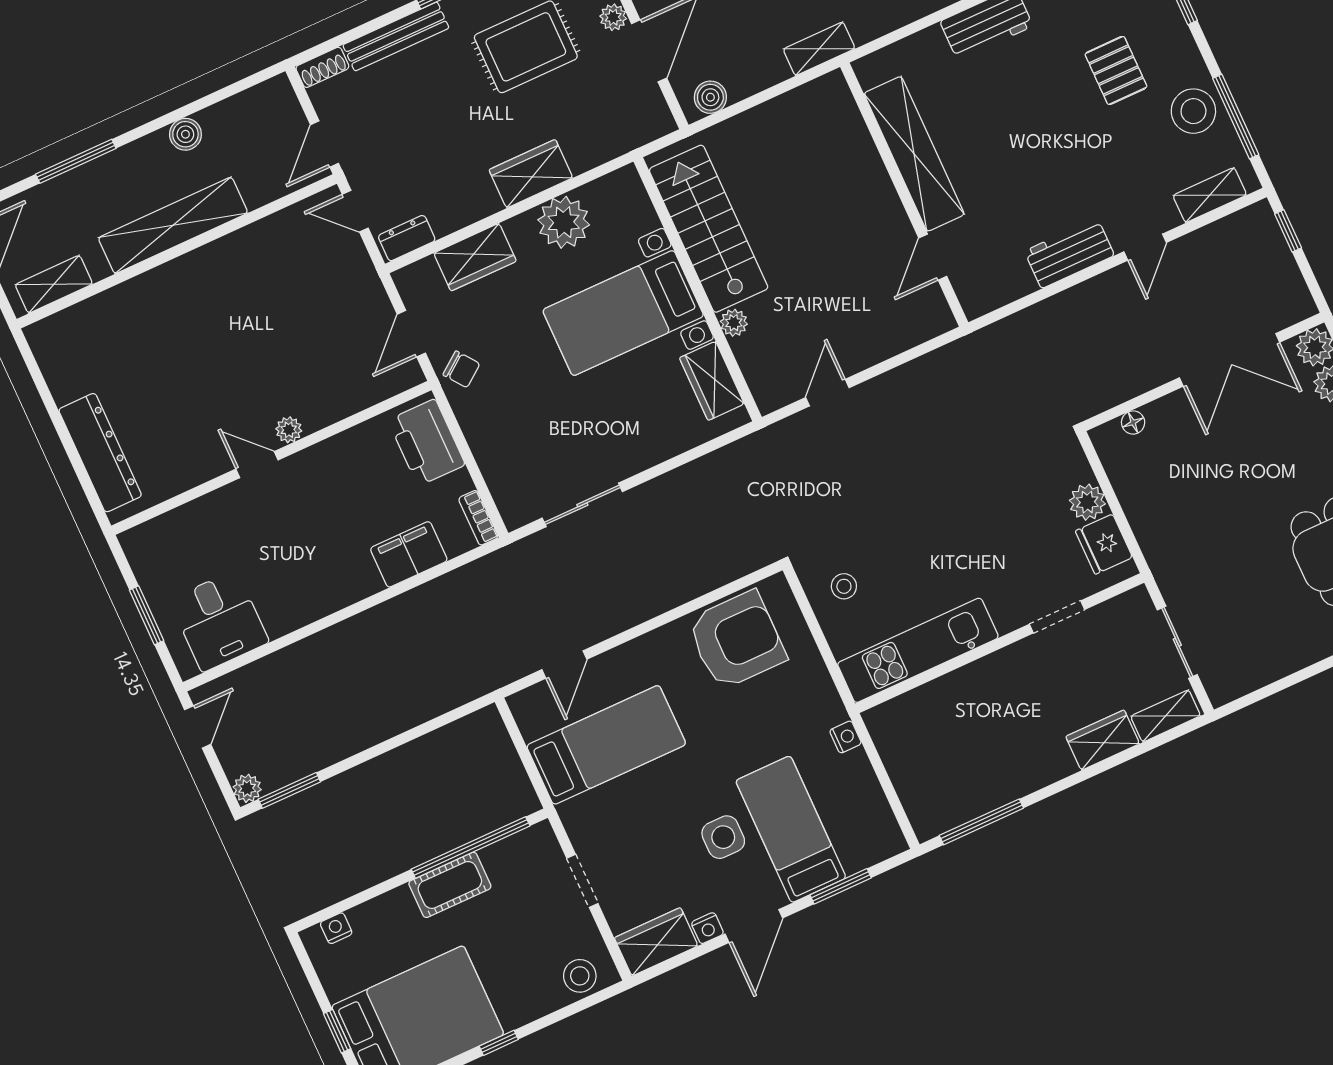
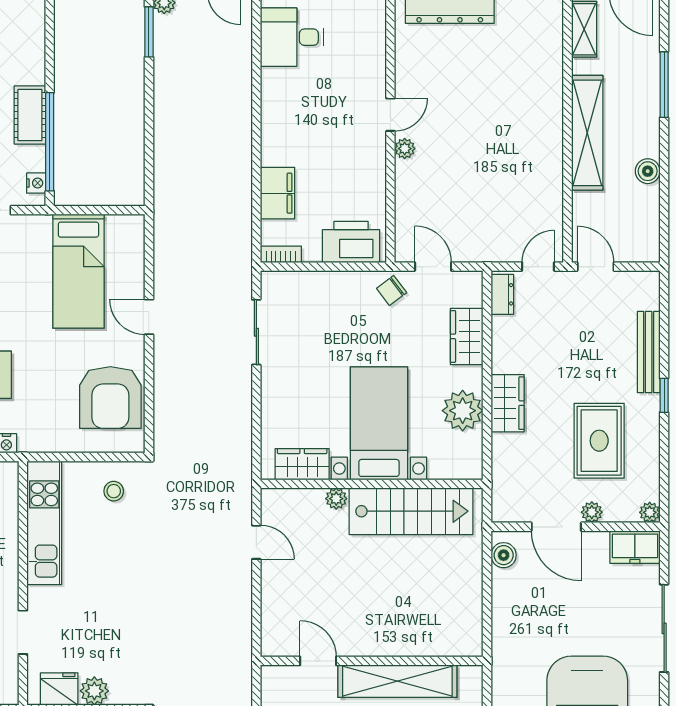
shelving: (819, 49) -> (503, 648), removed
shoe rack: (322, 67) -> (651, 290), removed
door: (564, 664) -> (149, 317), moved
nightstand: (336, 928) -> (36, 183), moved

